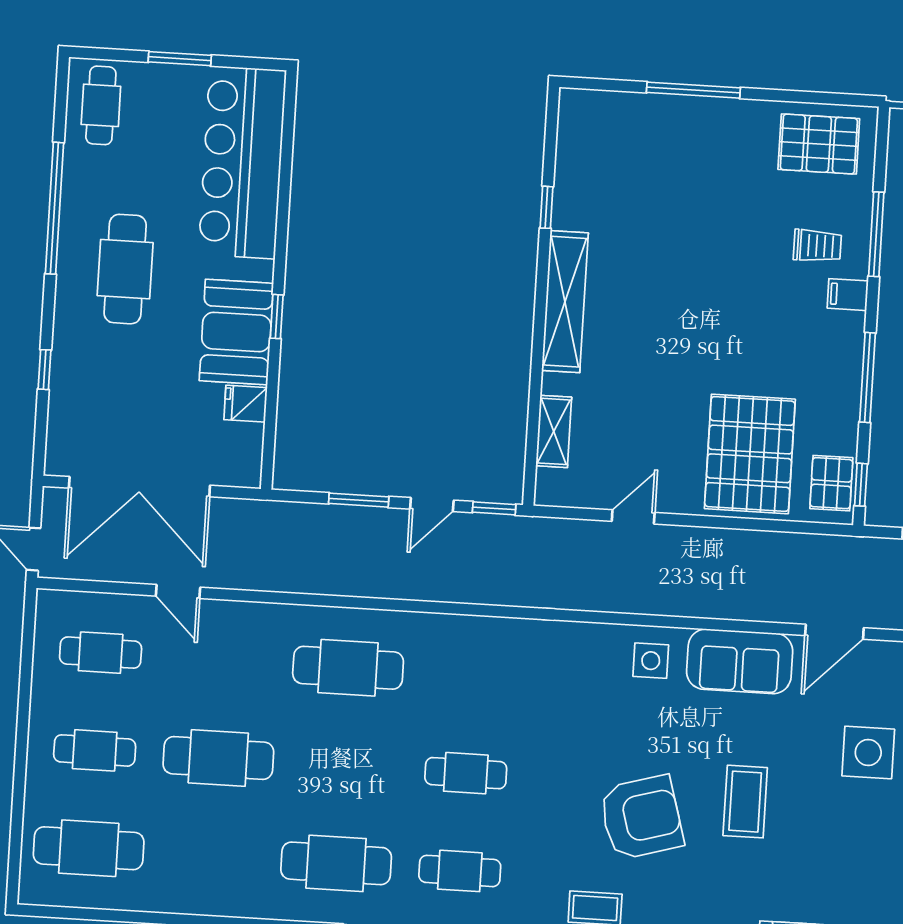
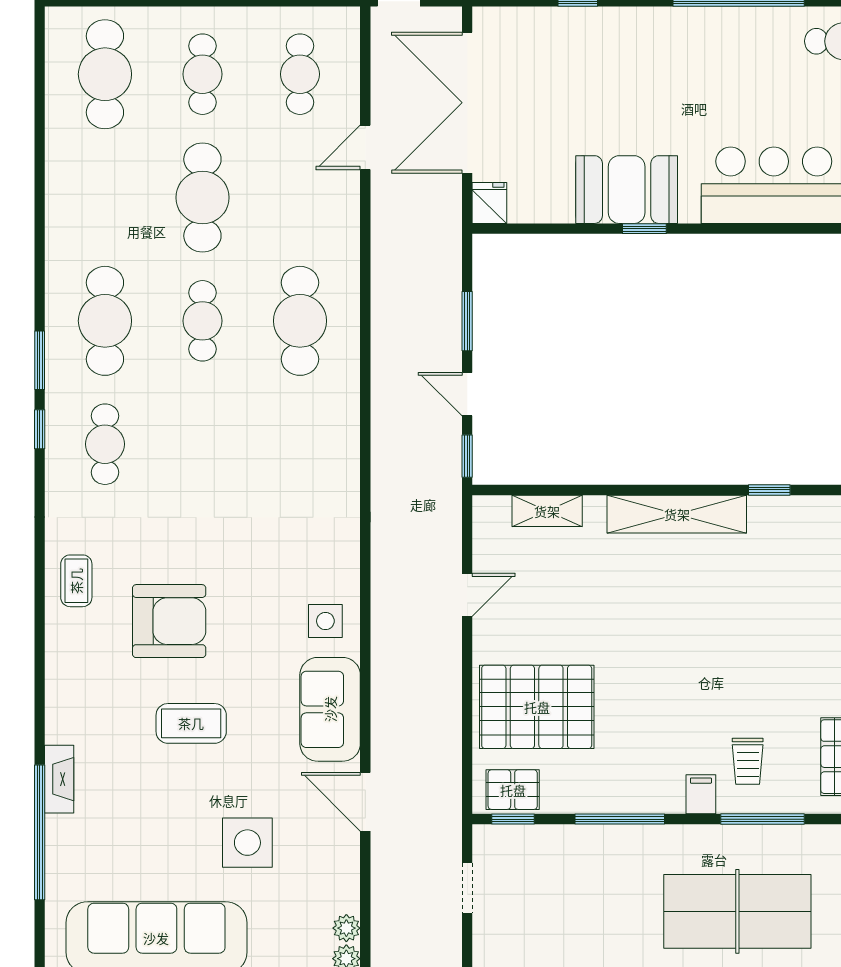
cafe table: (125, 269) -> (682, 75), removed
fridge: (246, 404) -> (489, 203), moved
door: (633, 517) -> (467, 595), hinge flipped
cafe table: (466, 773) -> (202, 321), moved
armchair: (641, 817) -> (169, 621), turned -74

